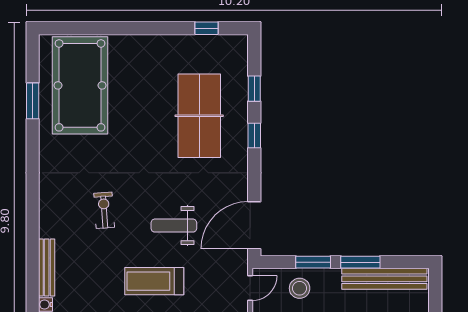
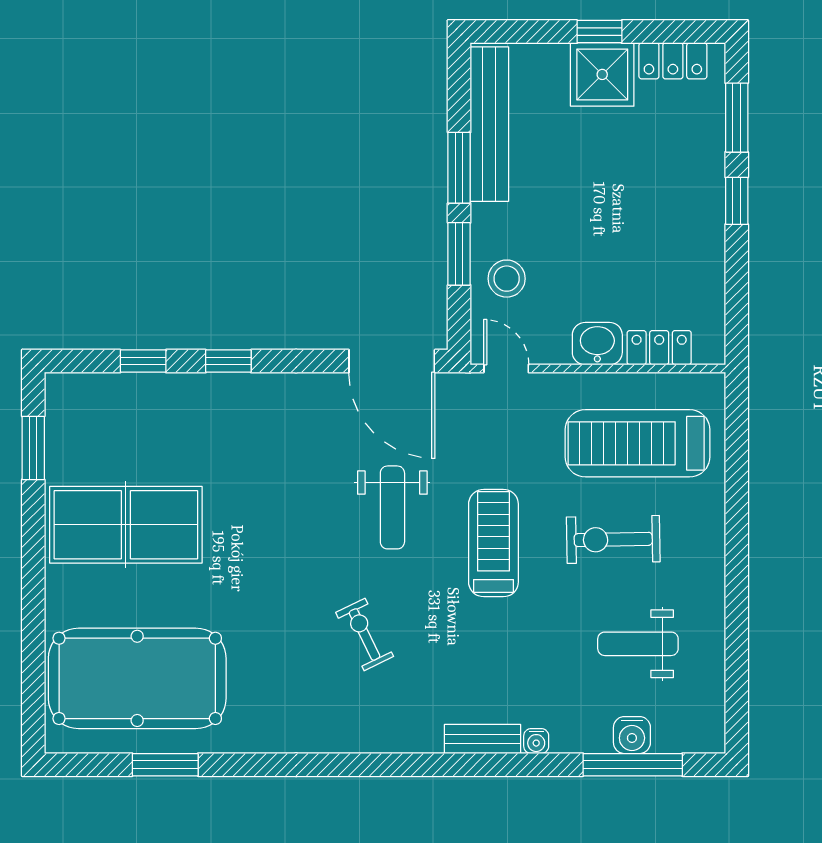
window: (207, 28) -> (33, 448), width x1.50
table tennis table: (199, 116) -> (126, 525), moved
exercise bike: (104, 210) -> (365, 634), turned 68
bench: (47, 267) -> (483, 739), width x0.73
treadmill: (154, 281) -> (493, 543), turned 180

